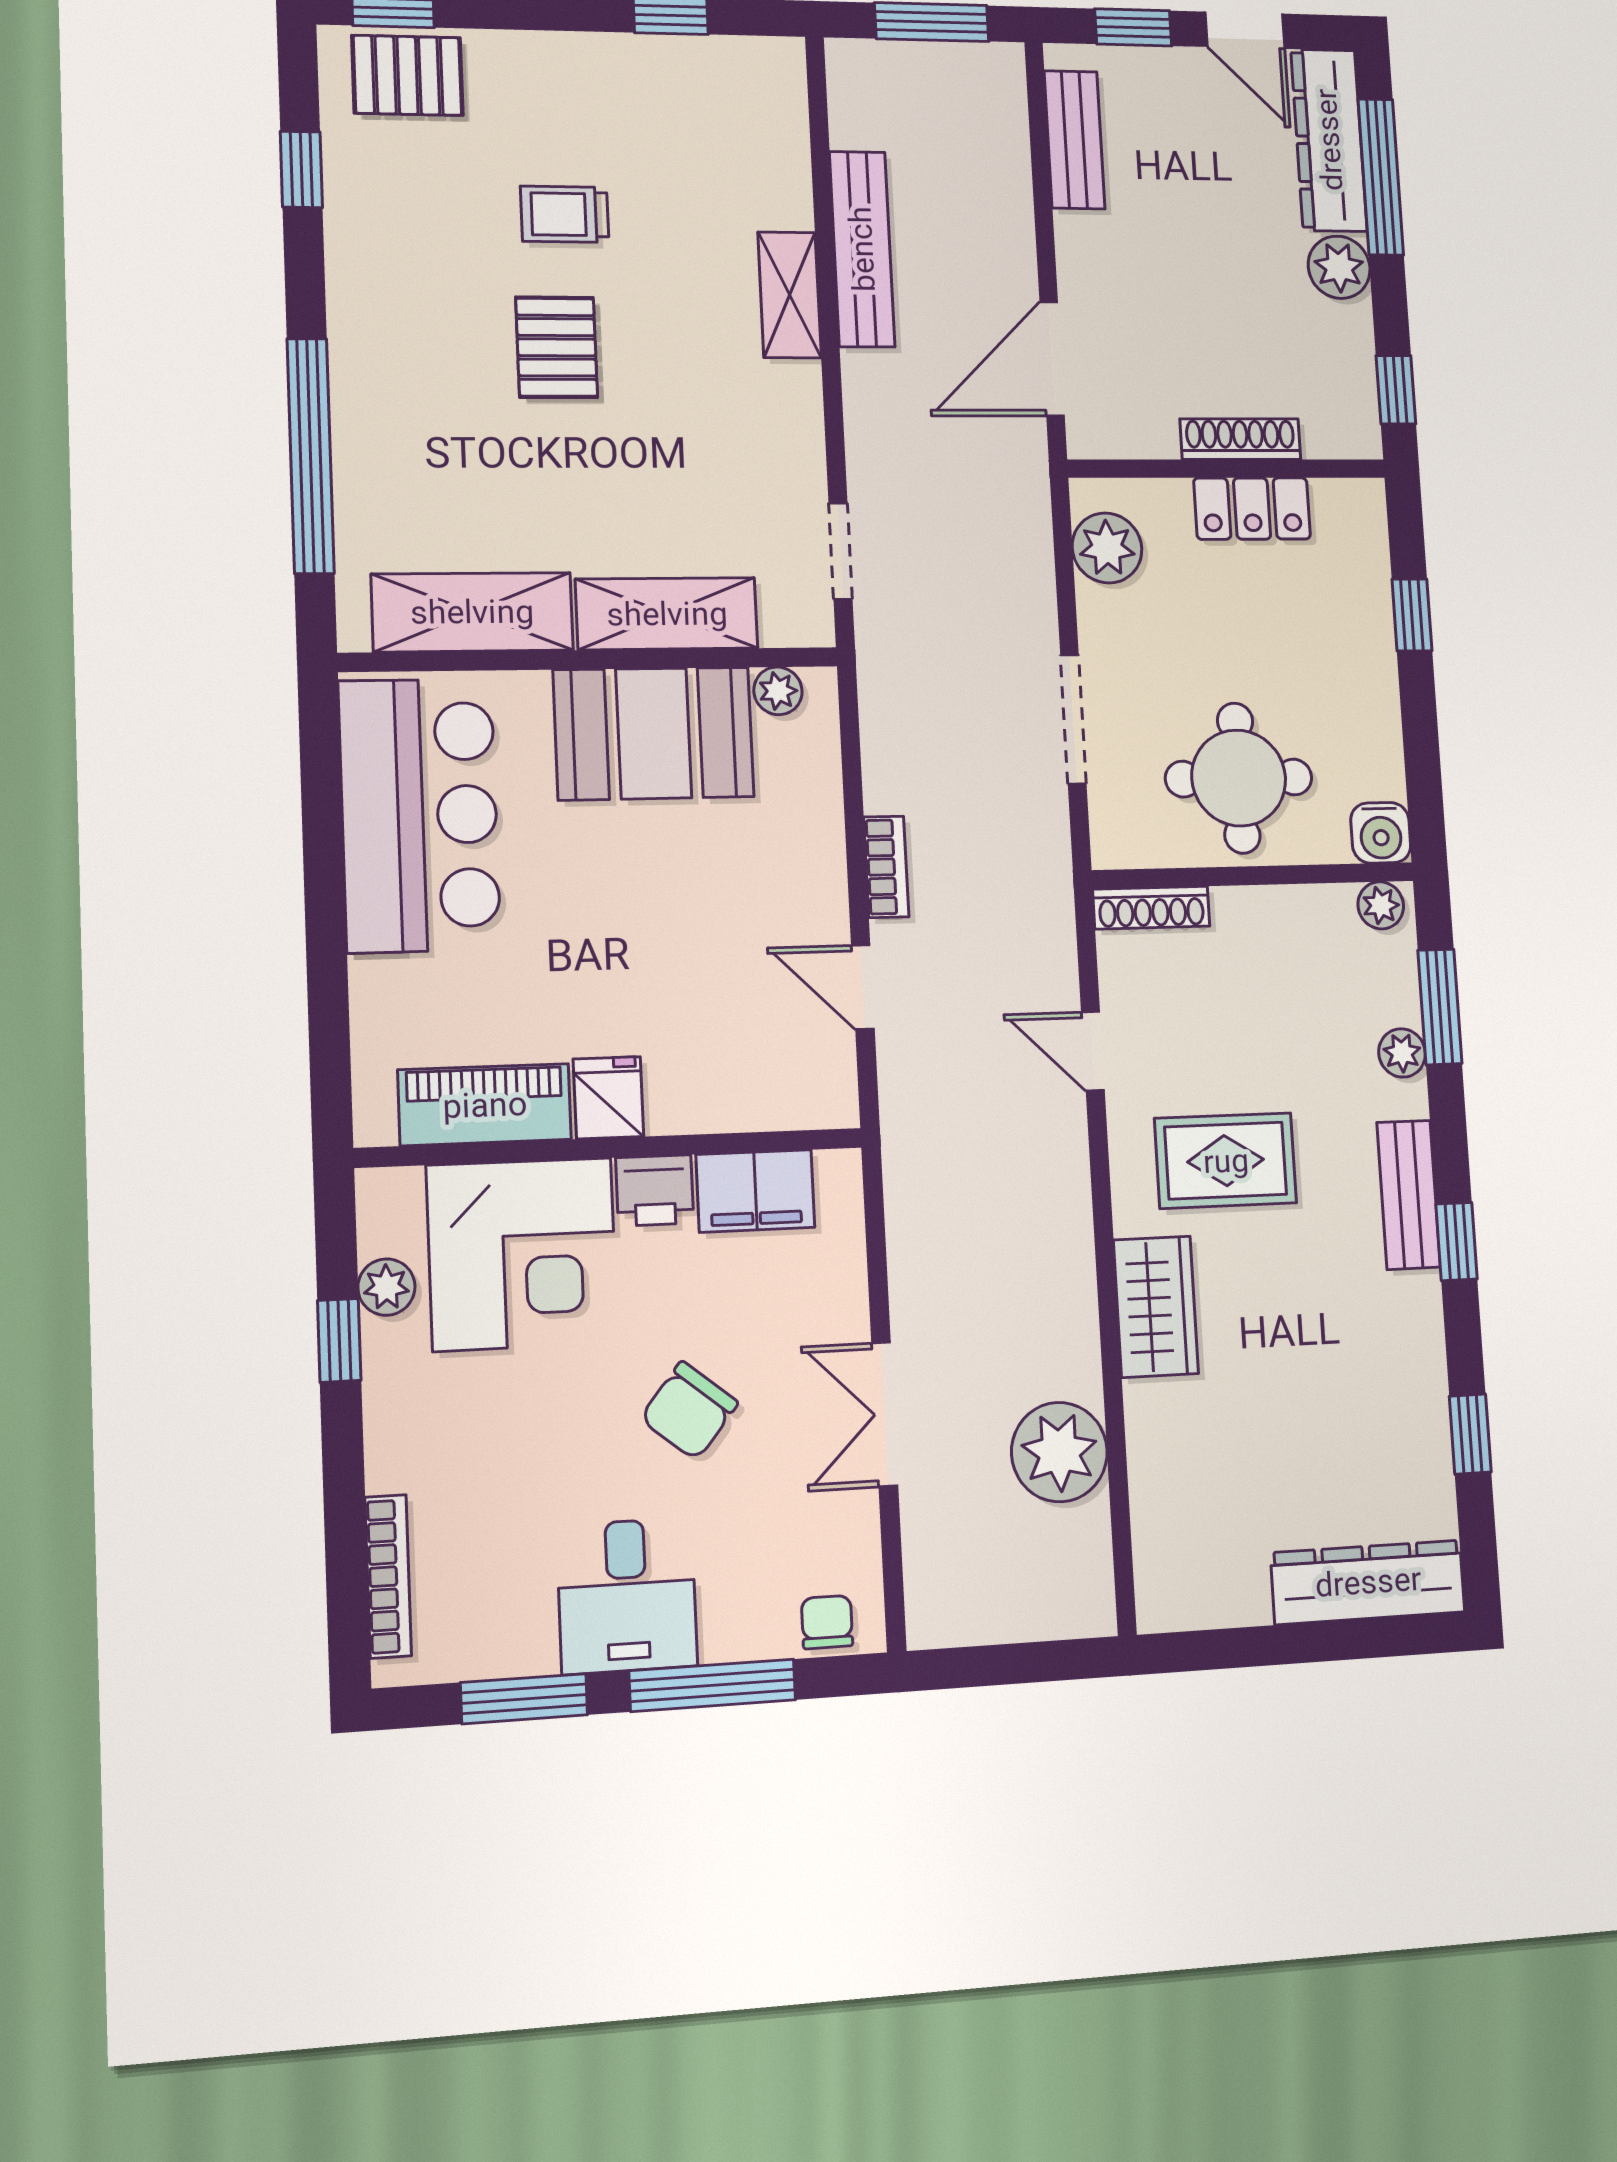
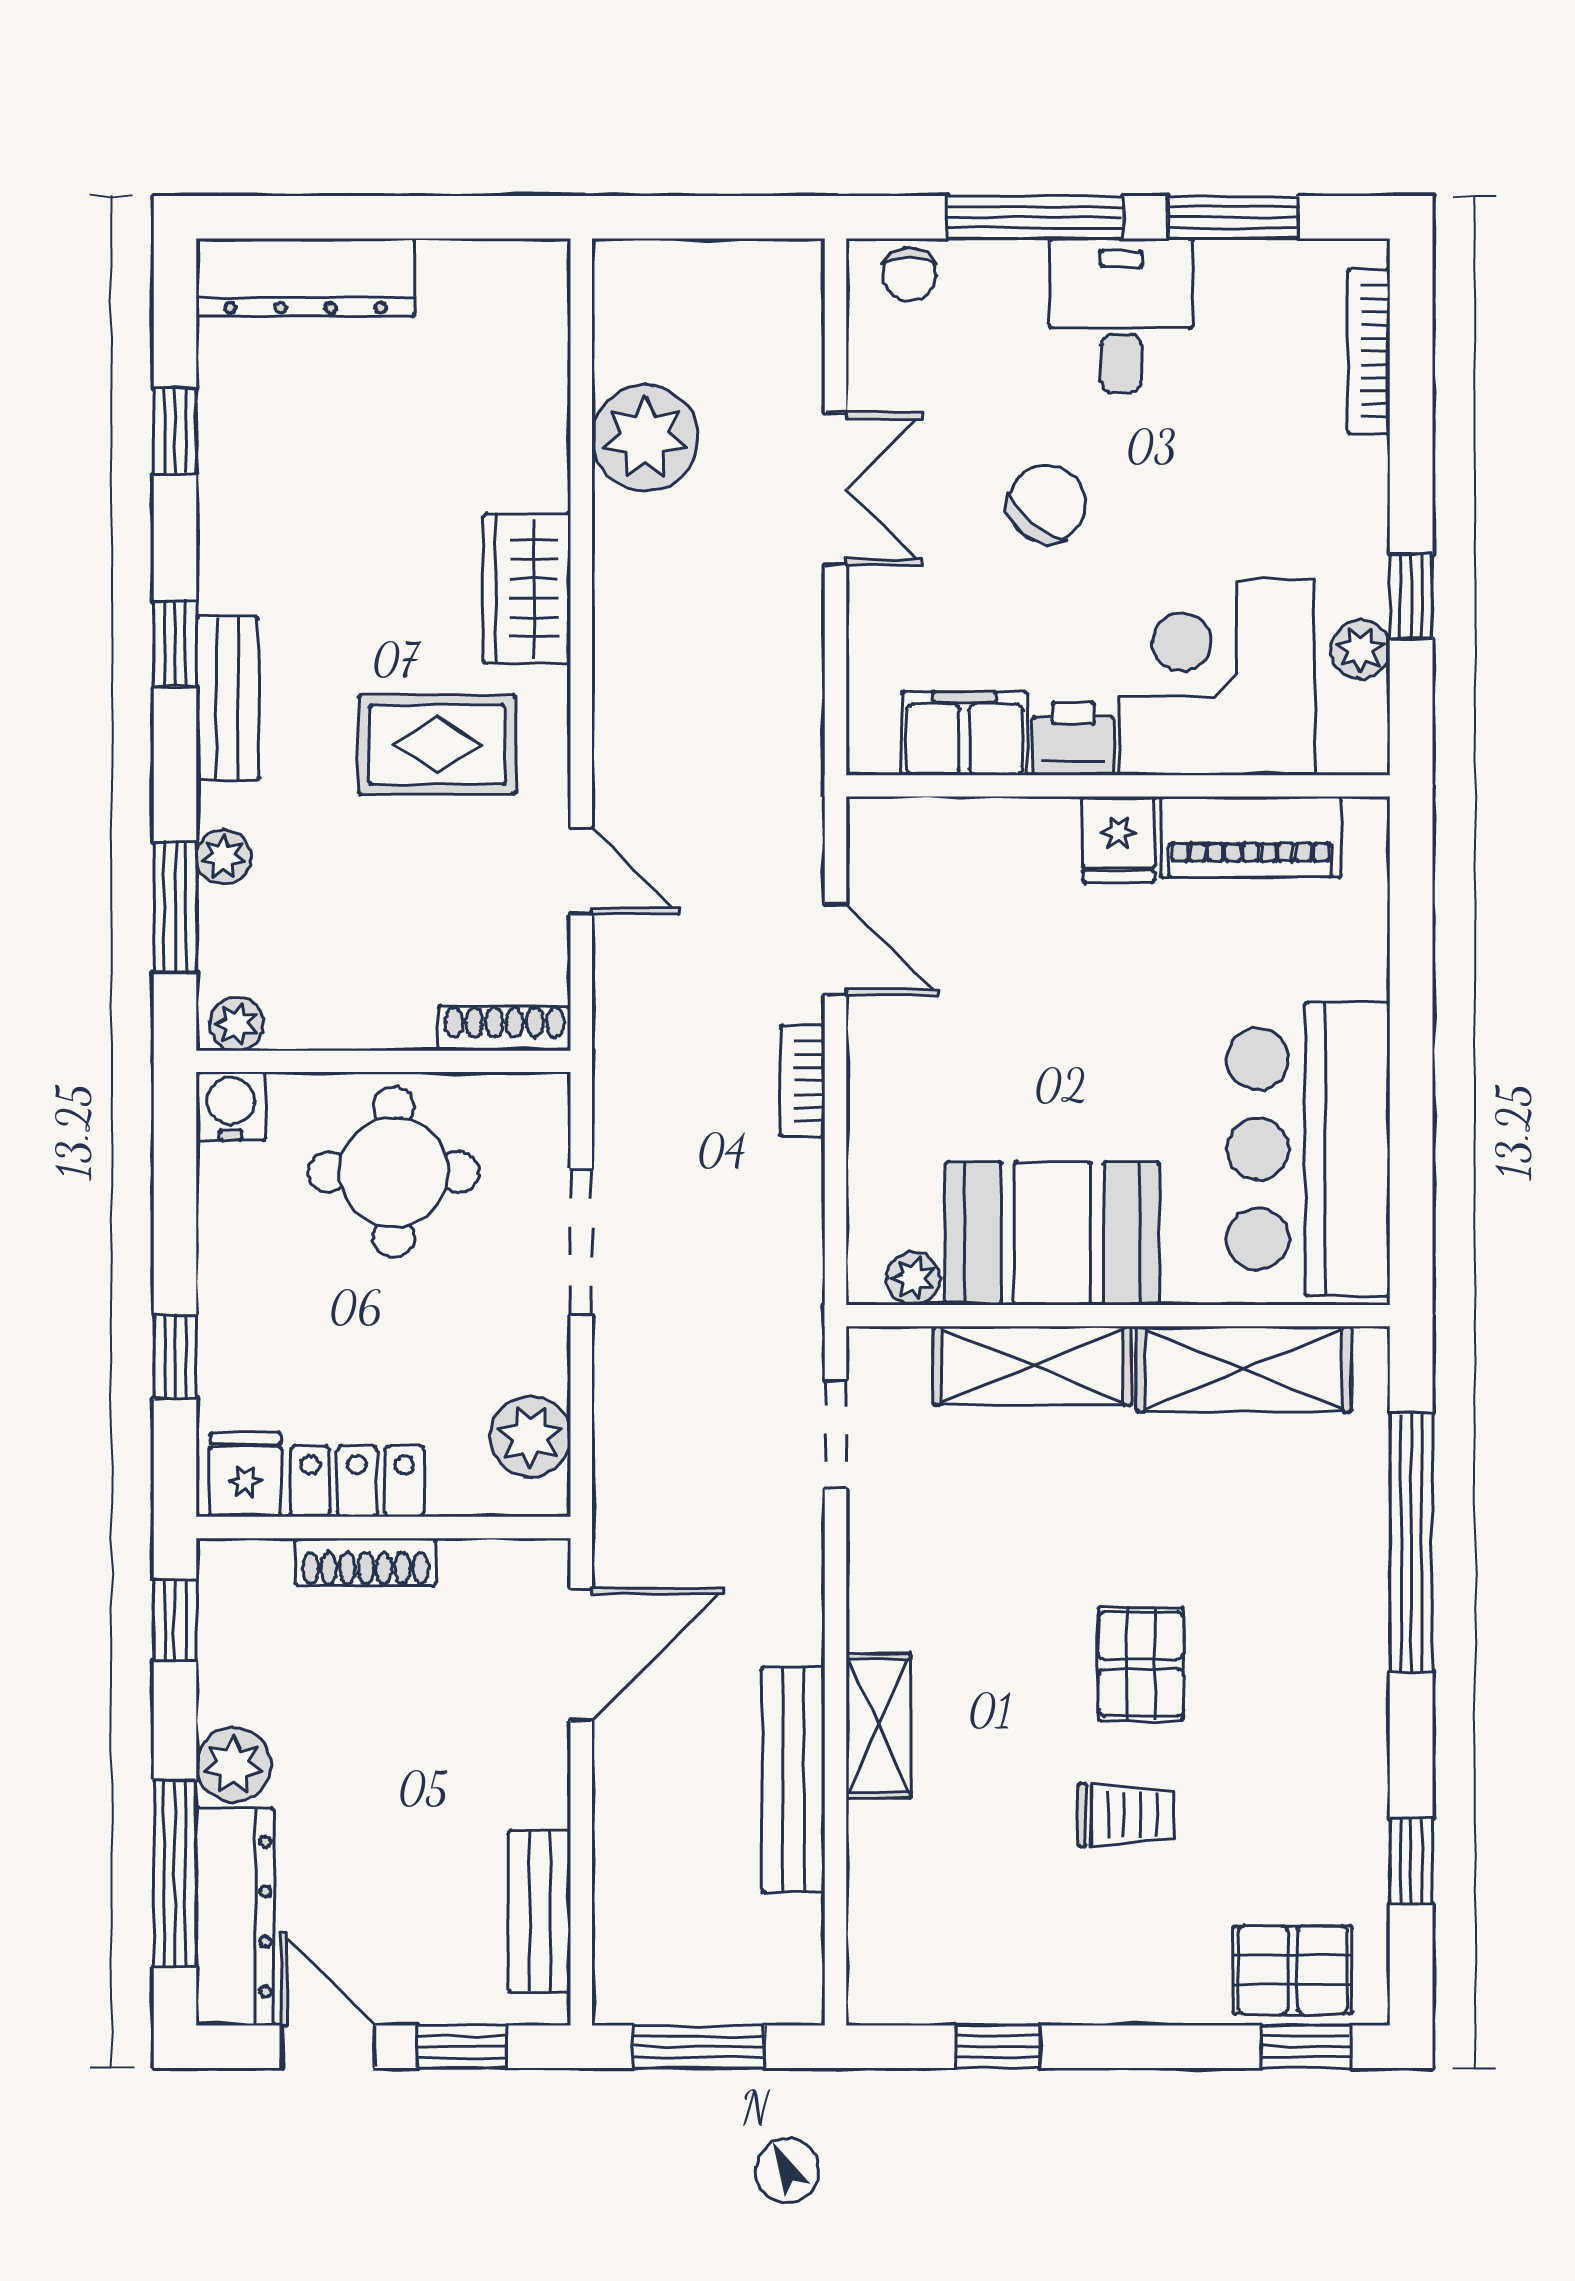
fridge: (1346, 514) -> (245, 1475), added

